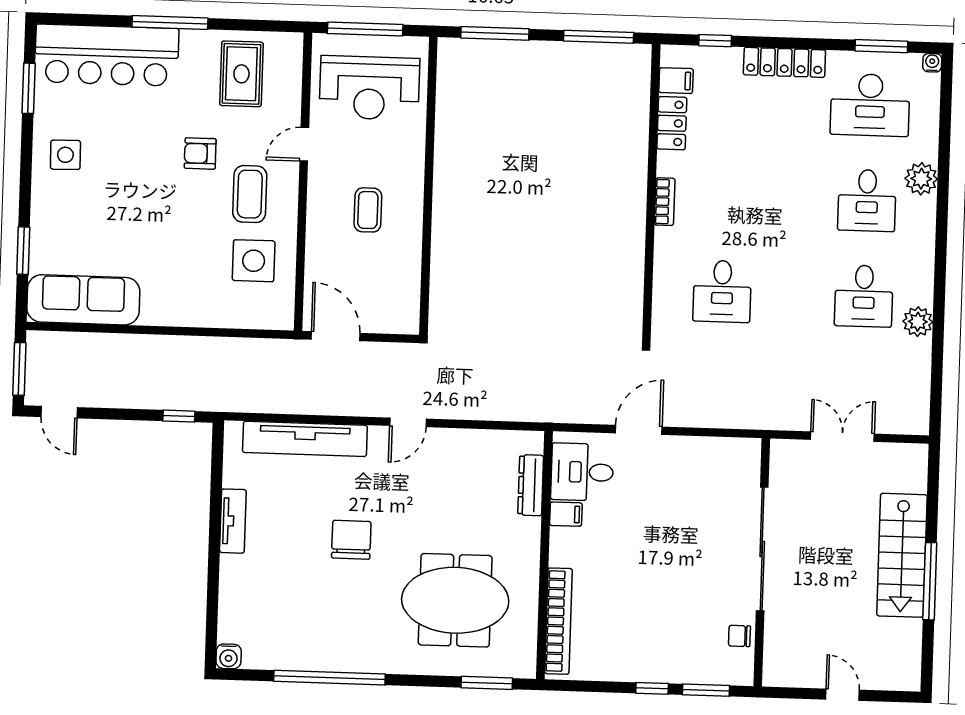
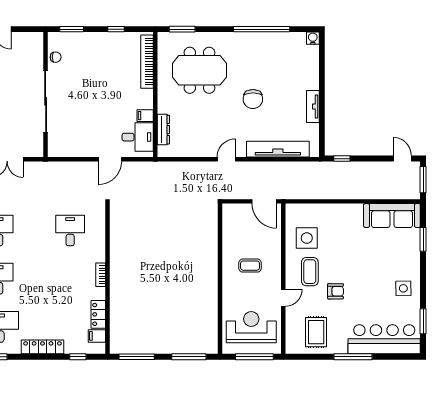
coffee table: (368, 210) -> (250, 266), turned 90
window: (652, 688) -> (116, 29), moved

